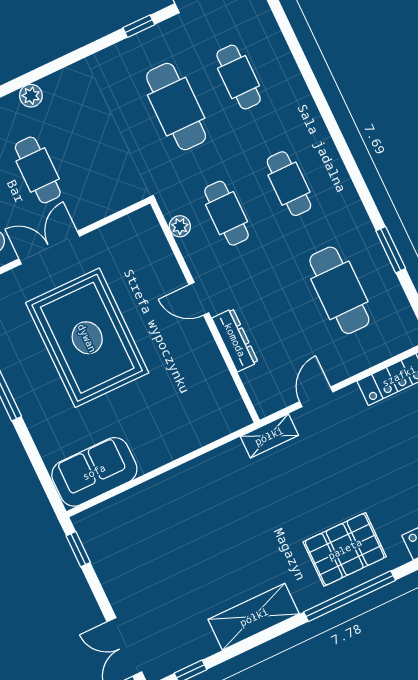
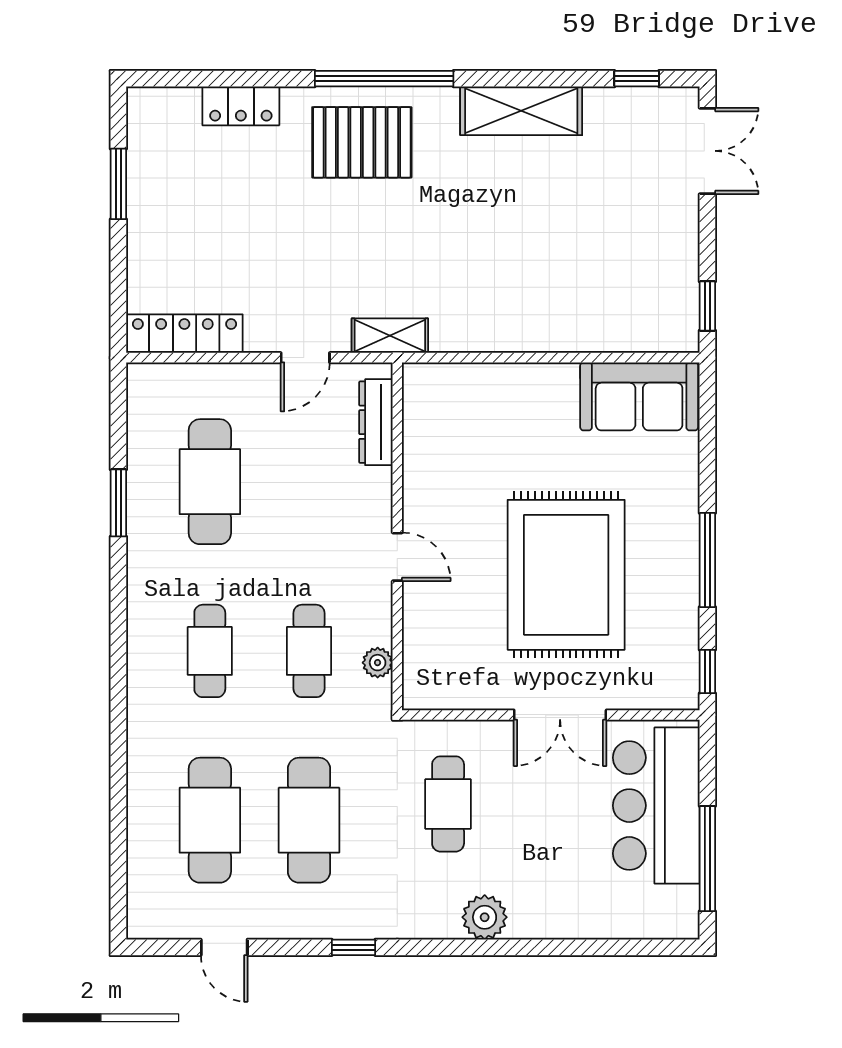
window: (139, 26) -> (354, 947), moved
cafe table: (239, 77) -> (210, 820), width x1.37, depth x1.35
plant: (31, 96) -> (485, 917), width x1.38, depth x1.38
cafe table: (38, 170) -> (448, 804), moved
dresser: (235, 340) -> (376, 422), moved

